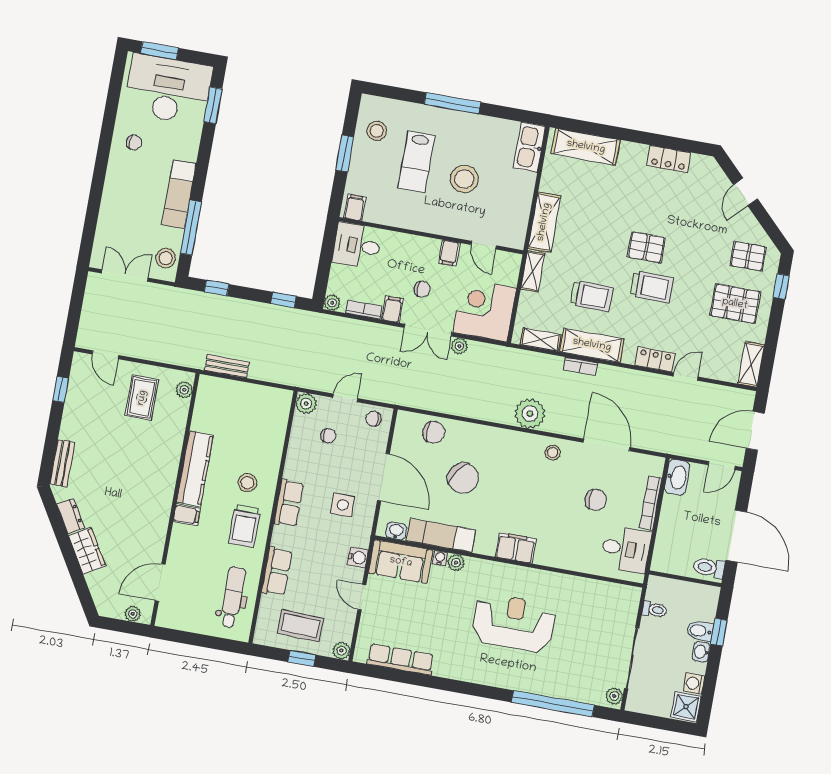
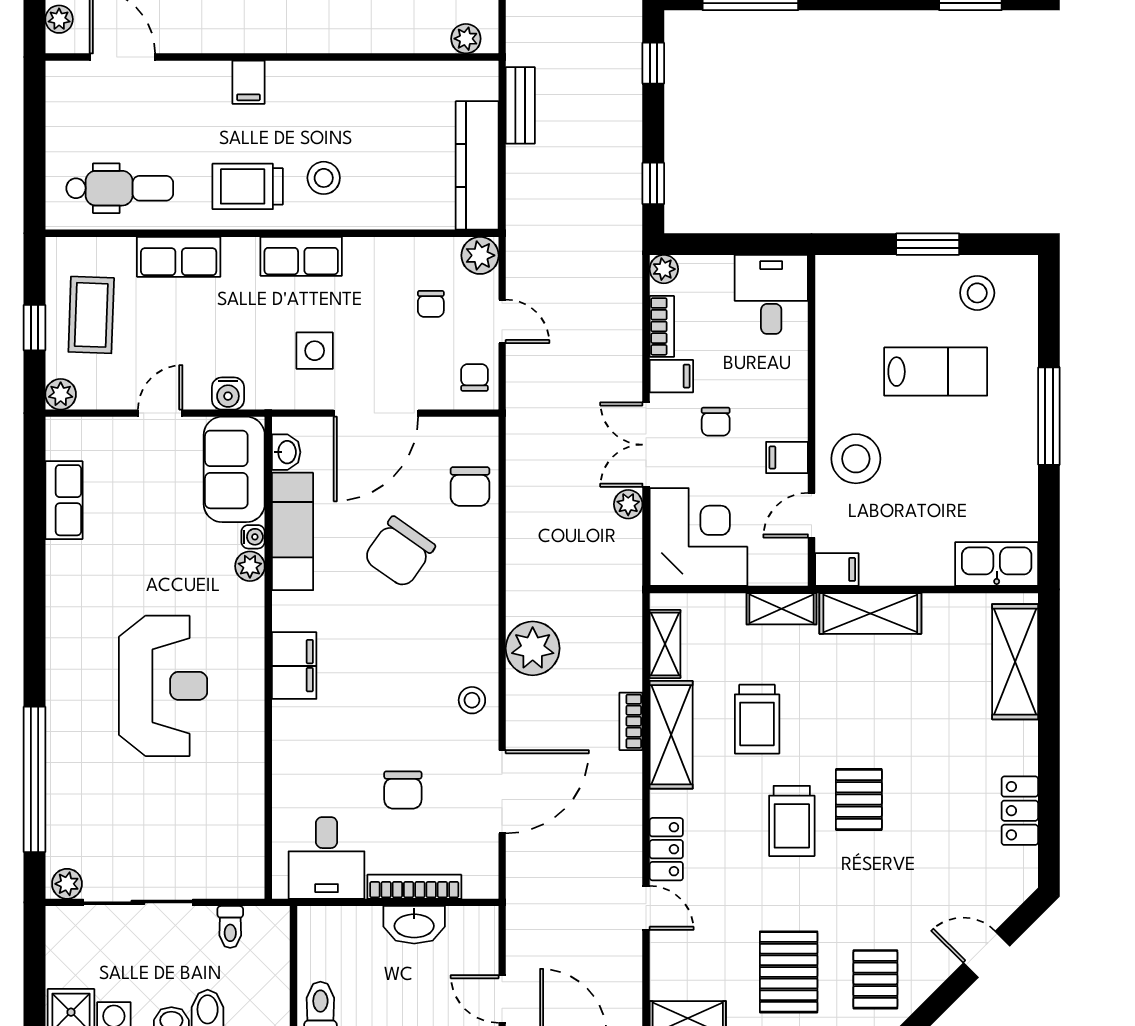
lab bench: (416, 162) -> (936, 372), turned 180
stool: (464, 179) -> (856, 459), moved
filing cabinet: (355, 207) -> (837, 569), moved
kitchen counter: (195, 469) -> (477, 165), moved, turned 90
washbasin: (677, 477) -> (414, 925), moved
row of seats: (401, 659) -> (64, 500), width x0.68

